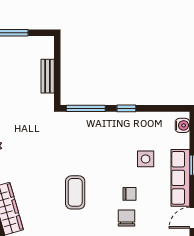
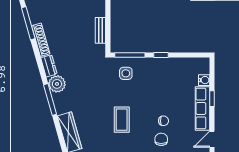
water cooler: (182, 125) -> (204, 80), moved
side table: (146, 159) -> (126, 73), moved

